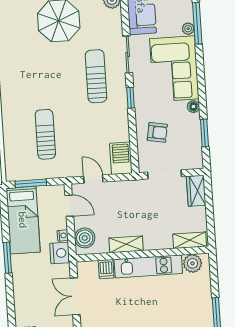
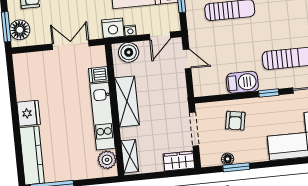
floor lamp: (193, 107) -> (228, 159), moved
barbecue: (121, 158) -> (242, 82), moved
door: (93, 179) -> (187, 59), hinge flipped
shelving: (126, 244) -> (127, 101), width x1.50, depth x1.33

